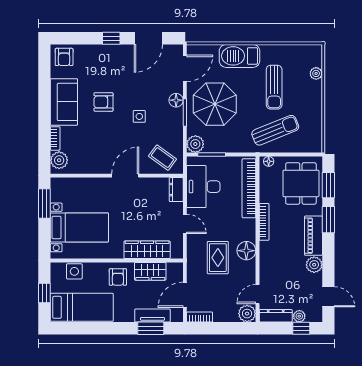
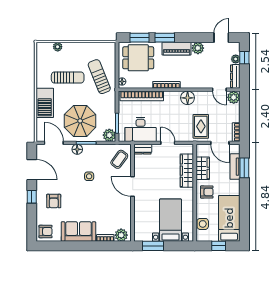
armchair: (103, 102) -> (54, 201), moved
door: (185, 224) -> (168, 143), hinge flipped
rug: (218, 258) -> (201, 126), moved, turned 90

